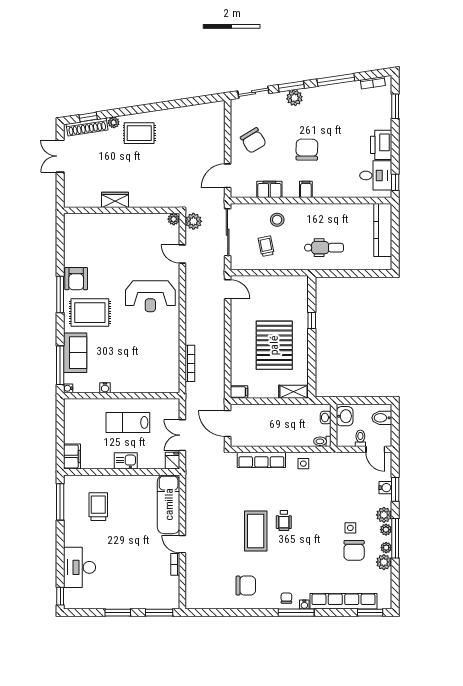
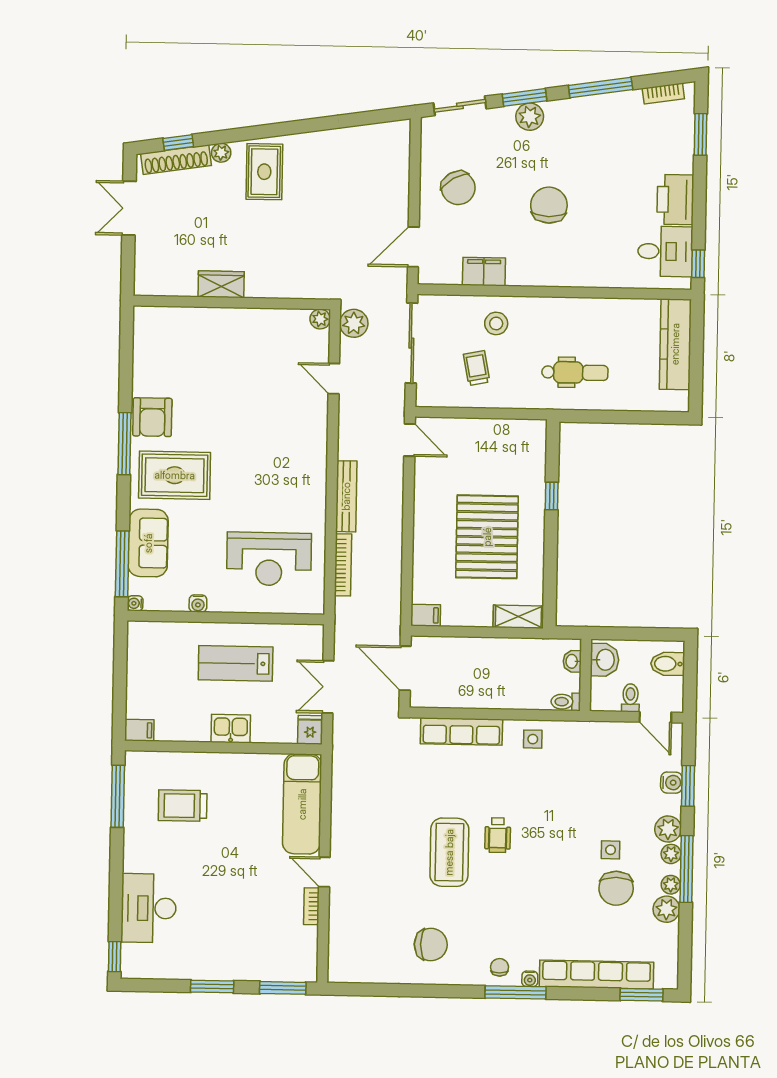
rug: (139, 133) -> (264, 172), turned 90
filing cabinet: (306, 189) -> (546, 273), removed
reception desk: (150, 296) -> (269, 559), moved
bench: (191, 323) -> (346, 496), added
filing cabinet: (72, 456) -> (139, 730), width x0.50
trolley: (98, 507) -> (183, 806), turned -90

